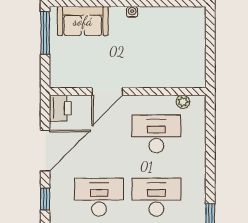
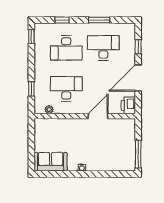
sofa: (83, 21) -> (51, 162), moved
desk: (156, 134) -> (66, 89), turned 180
window: (210, 134) -> (31, 89), added
desk: (99, 197) -> (103, 48), turned 180

